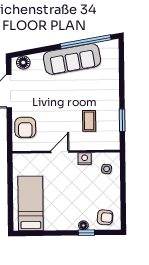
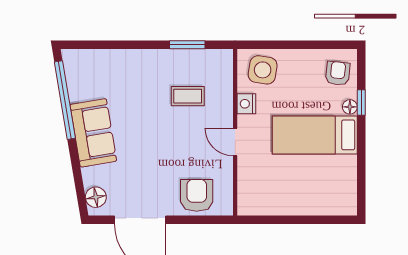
sofa: (72, 59) -> (93, 133), width x0.73
armchair: (25, 127) -> (197, 195), turned -90
side table: (107, 169) -> (263, 70), width x1.87, depth x1.87
bed: (31, 203) -> (315, 135), moved

